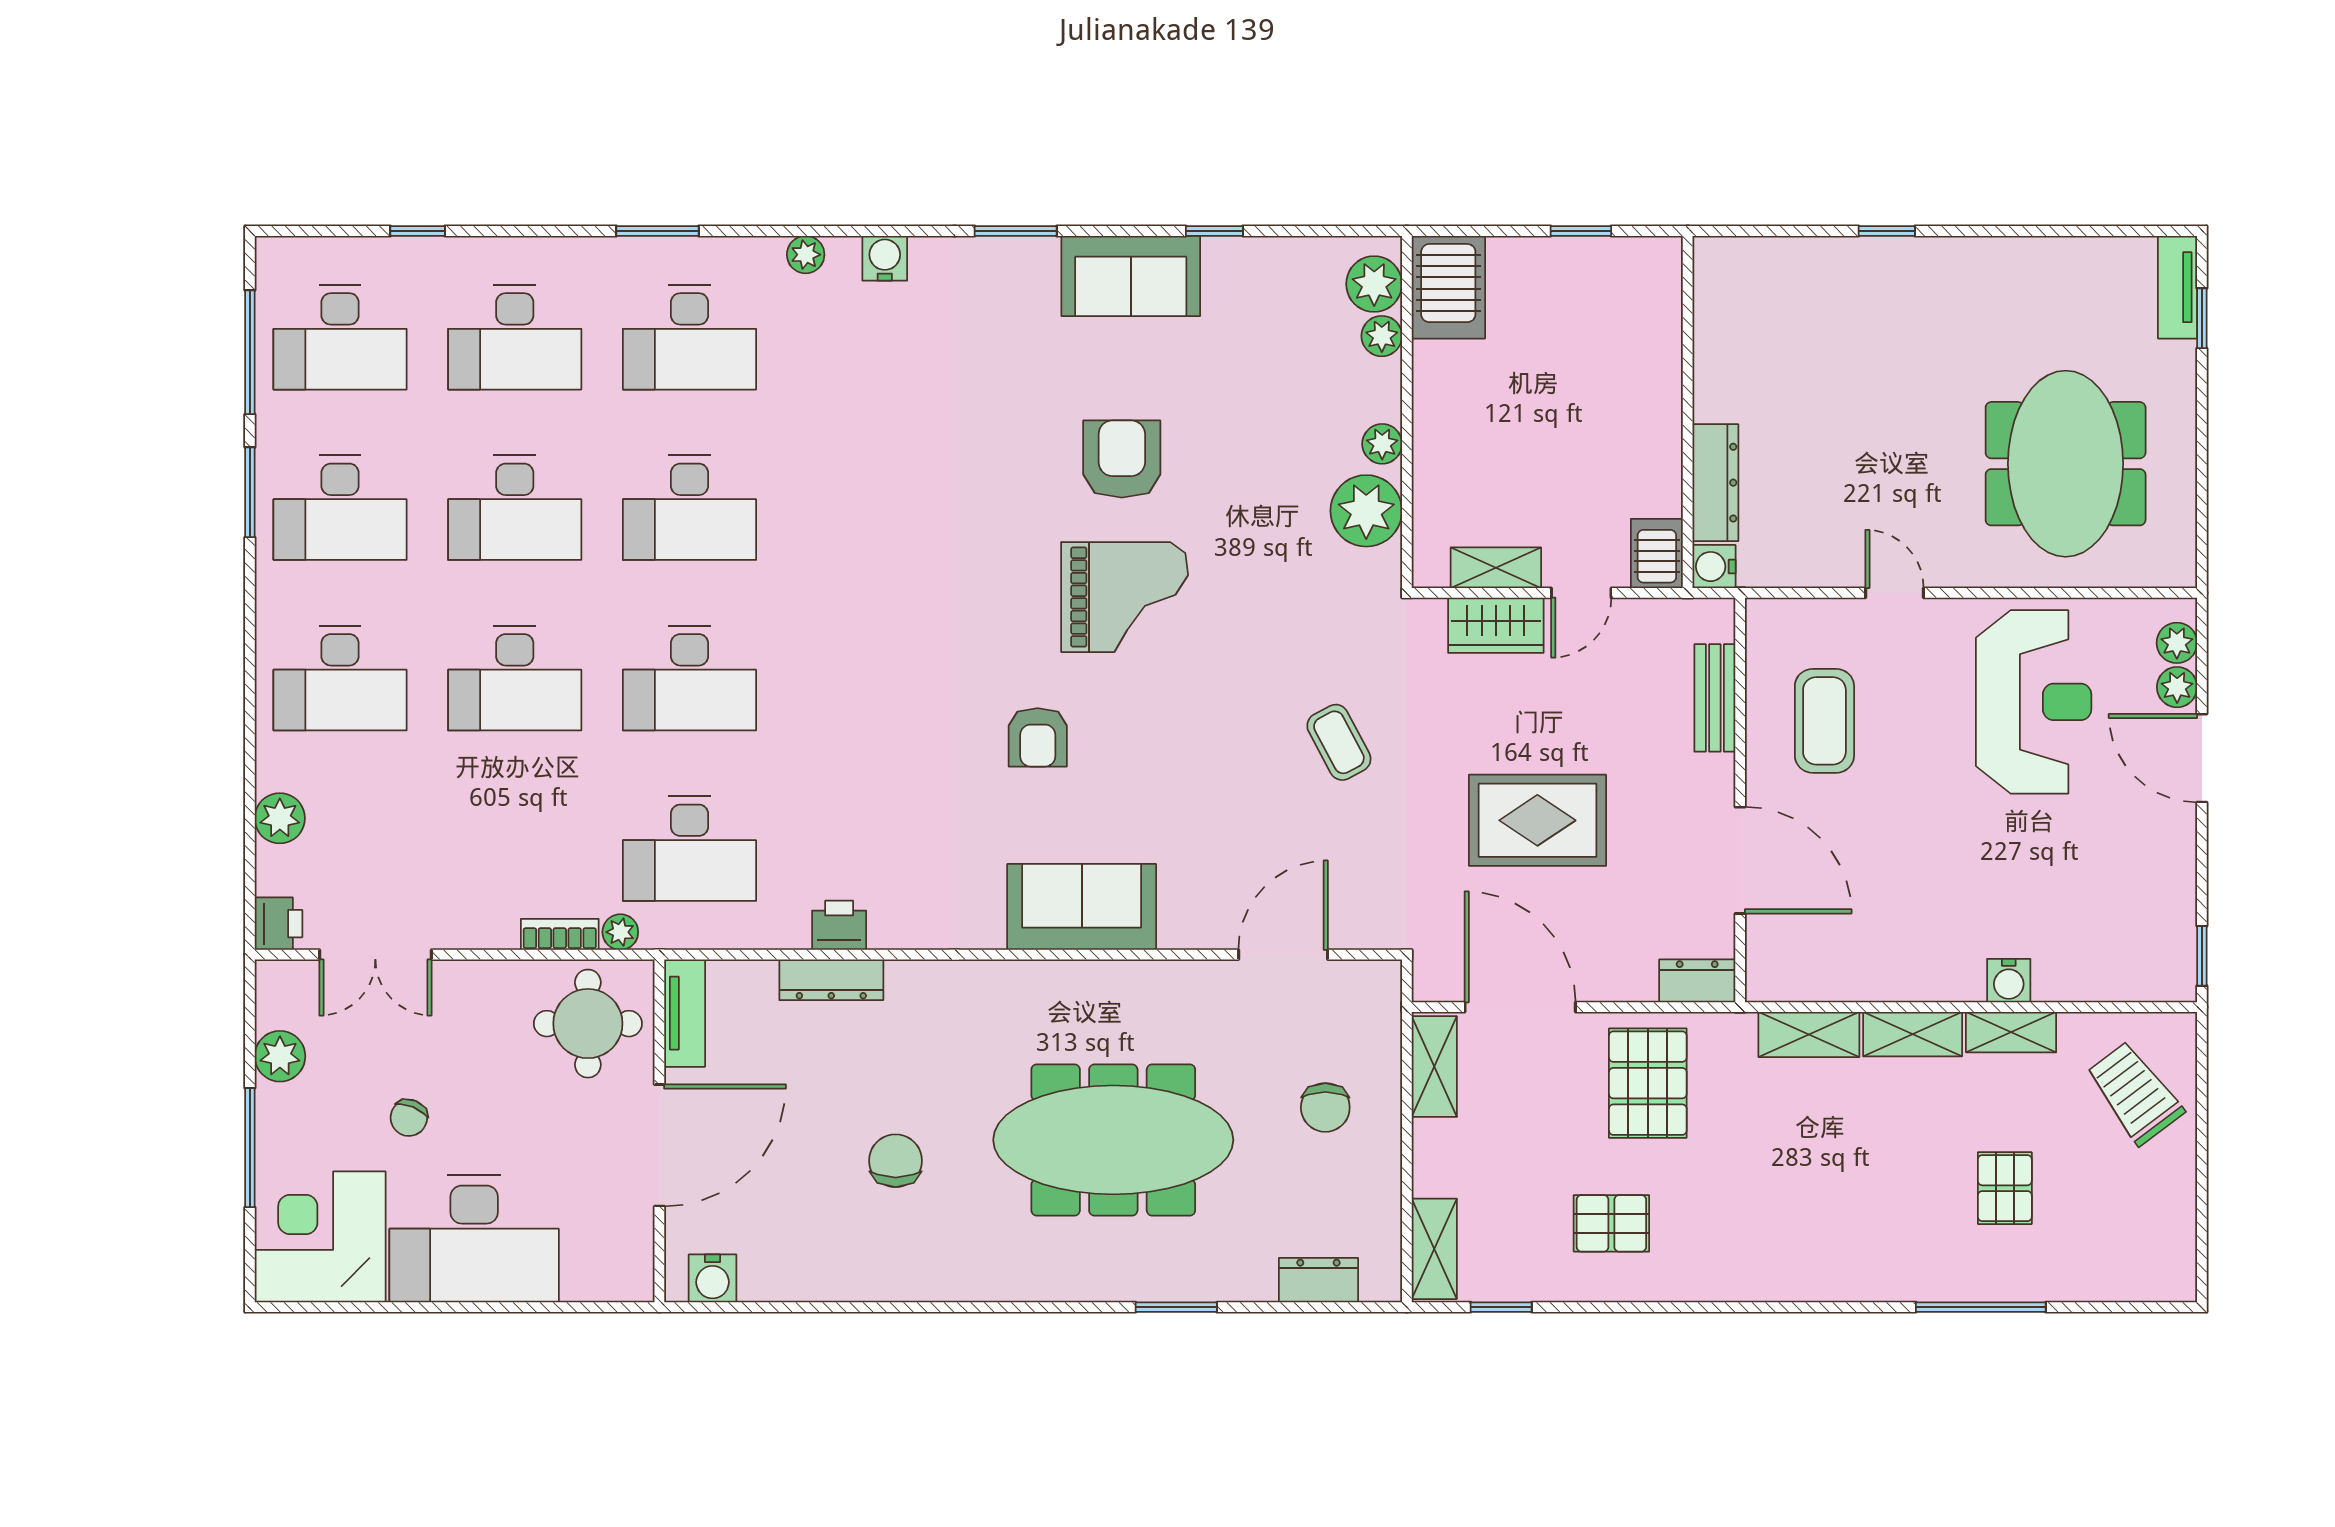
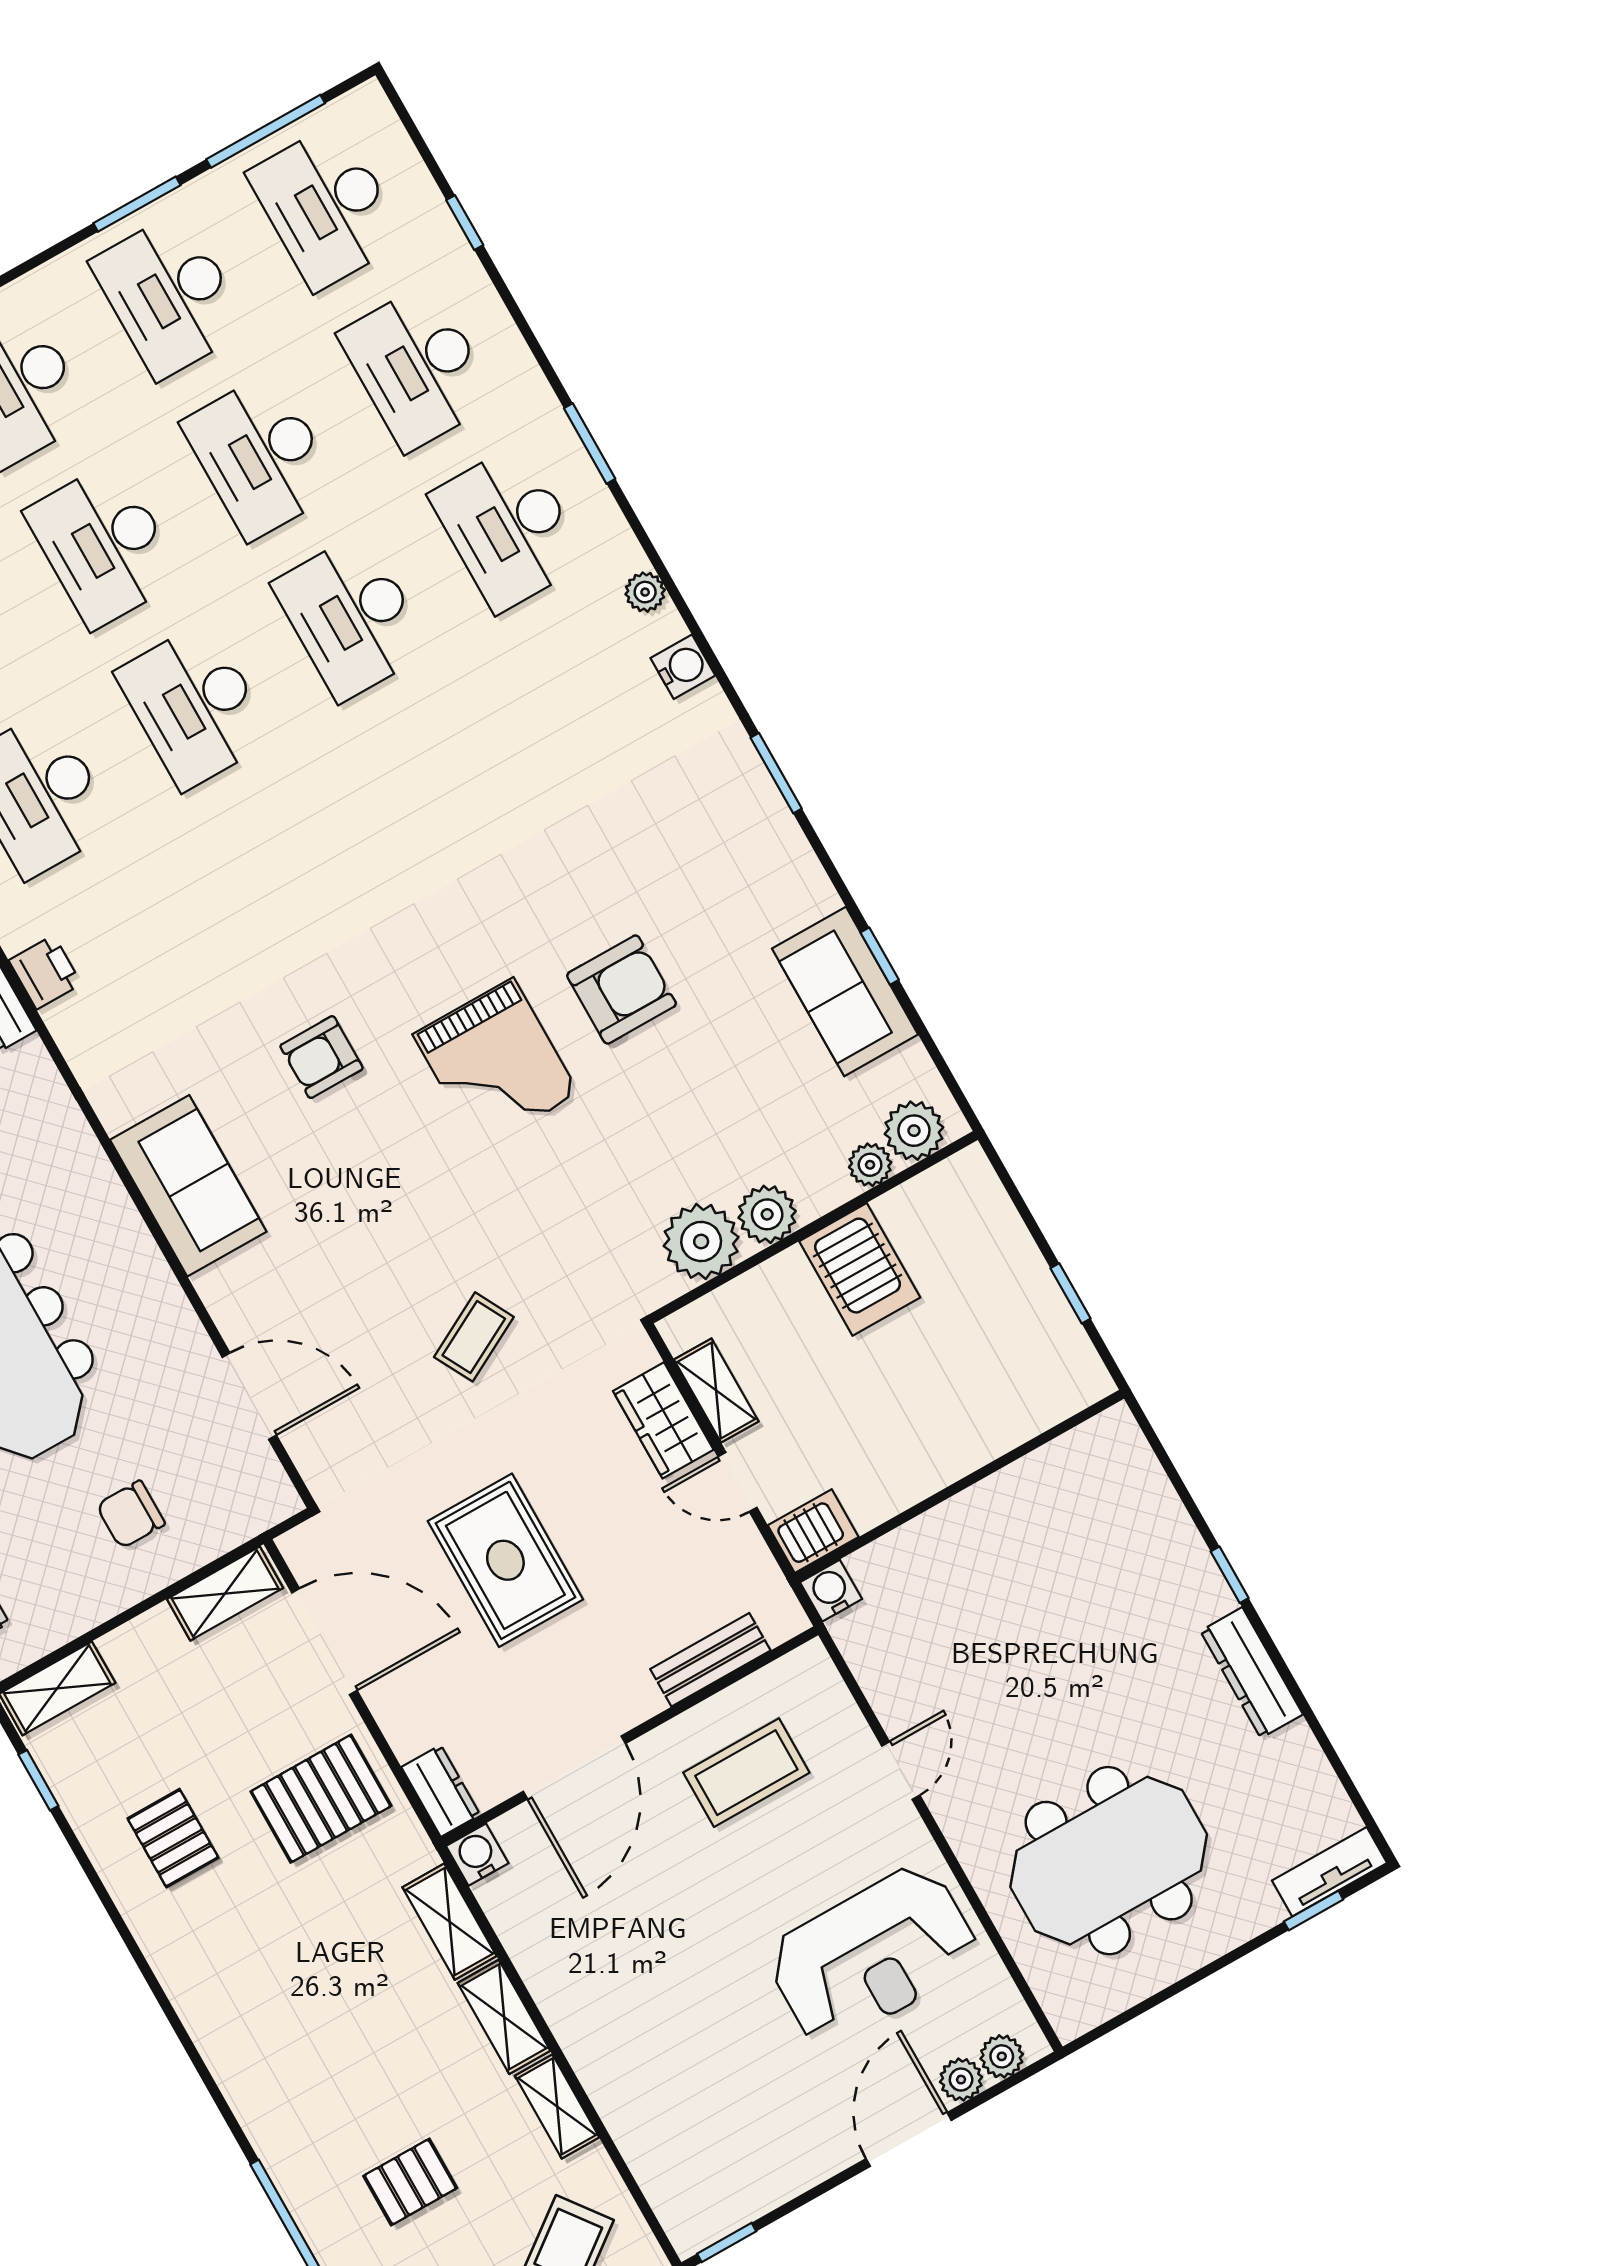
sofa: (1131, 276) -> (845, 991), moved
server rack: (1448, 287) -> (860, 1269), moved, turned -90
plant: (1382, 444) -> (767, 1214), width x1.38, depth x1.38
dresser: (1715, 483) -> (1252, 1673), moved, turned 90
water cooler: (2009, 981) -> (477, 1855), moved, turned 90
door: (1520, 1007) -> (324, 1641), hinge flipped

